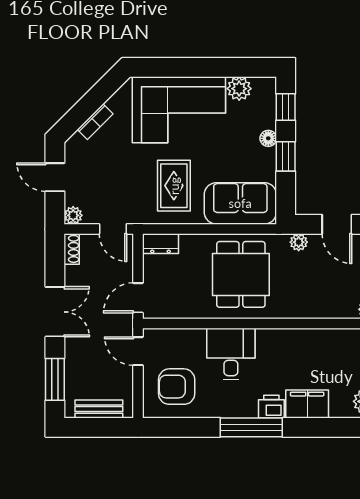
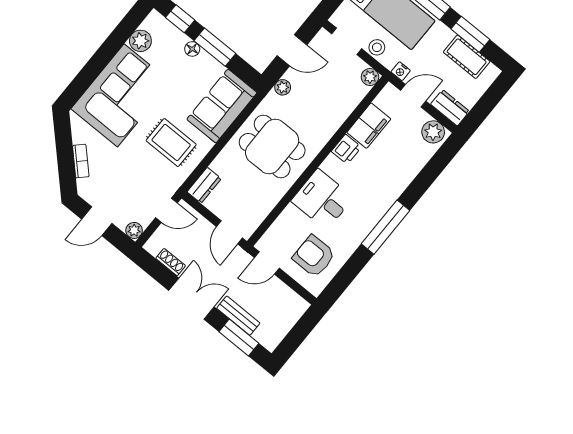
window: (286, 156) -> (215, 47), width x1.50
shoe rack: (72, 249) -> (171, 262), moved
armchair: (177, 387) -> (314, 256), turned 90
filing cabinet: (307, 404) -> (369, 126), moved, turned 180
printer: (271, 407) -> (346, 149), moved, turned 180
bench: (99, 409) -> (238, 316), moved, turned 90

